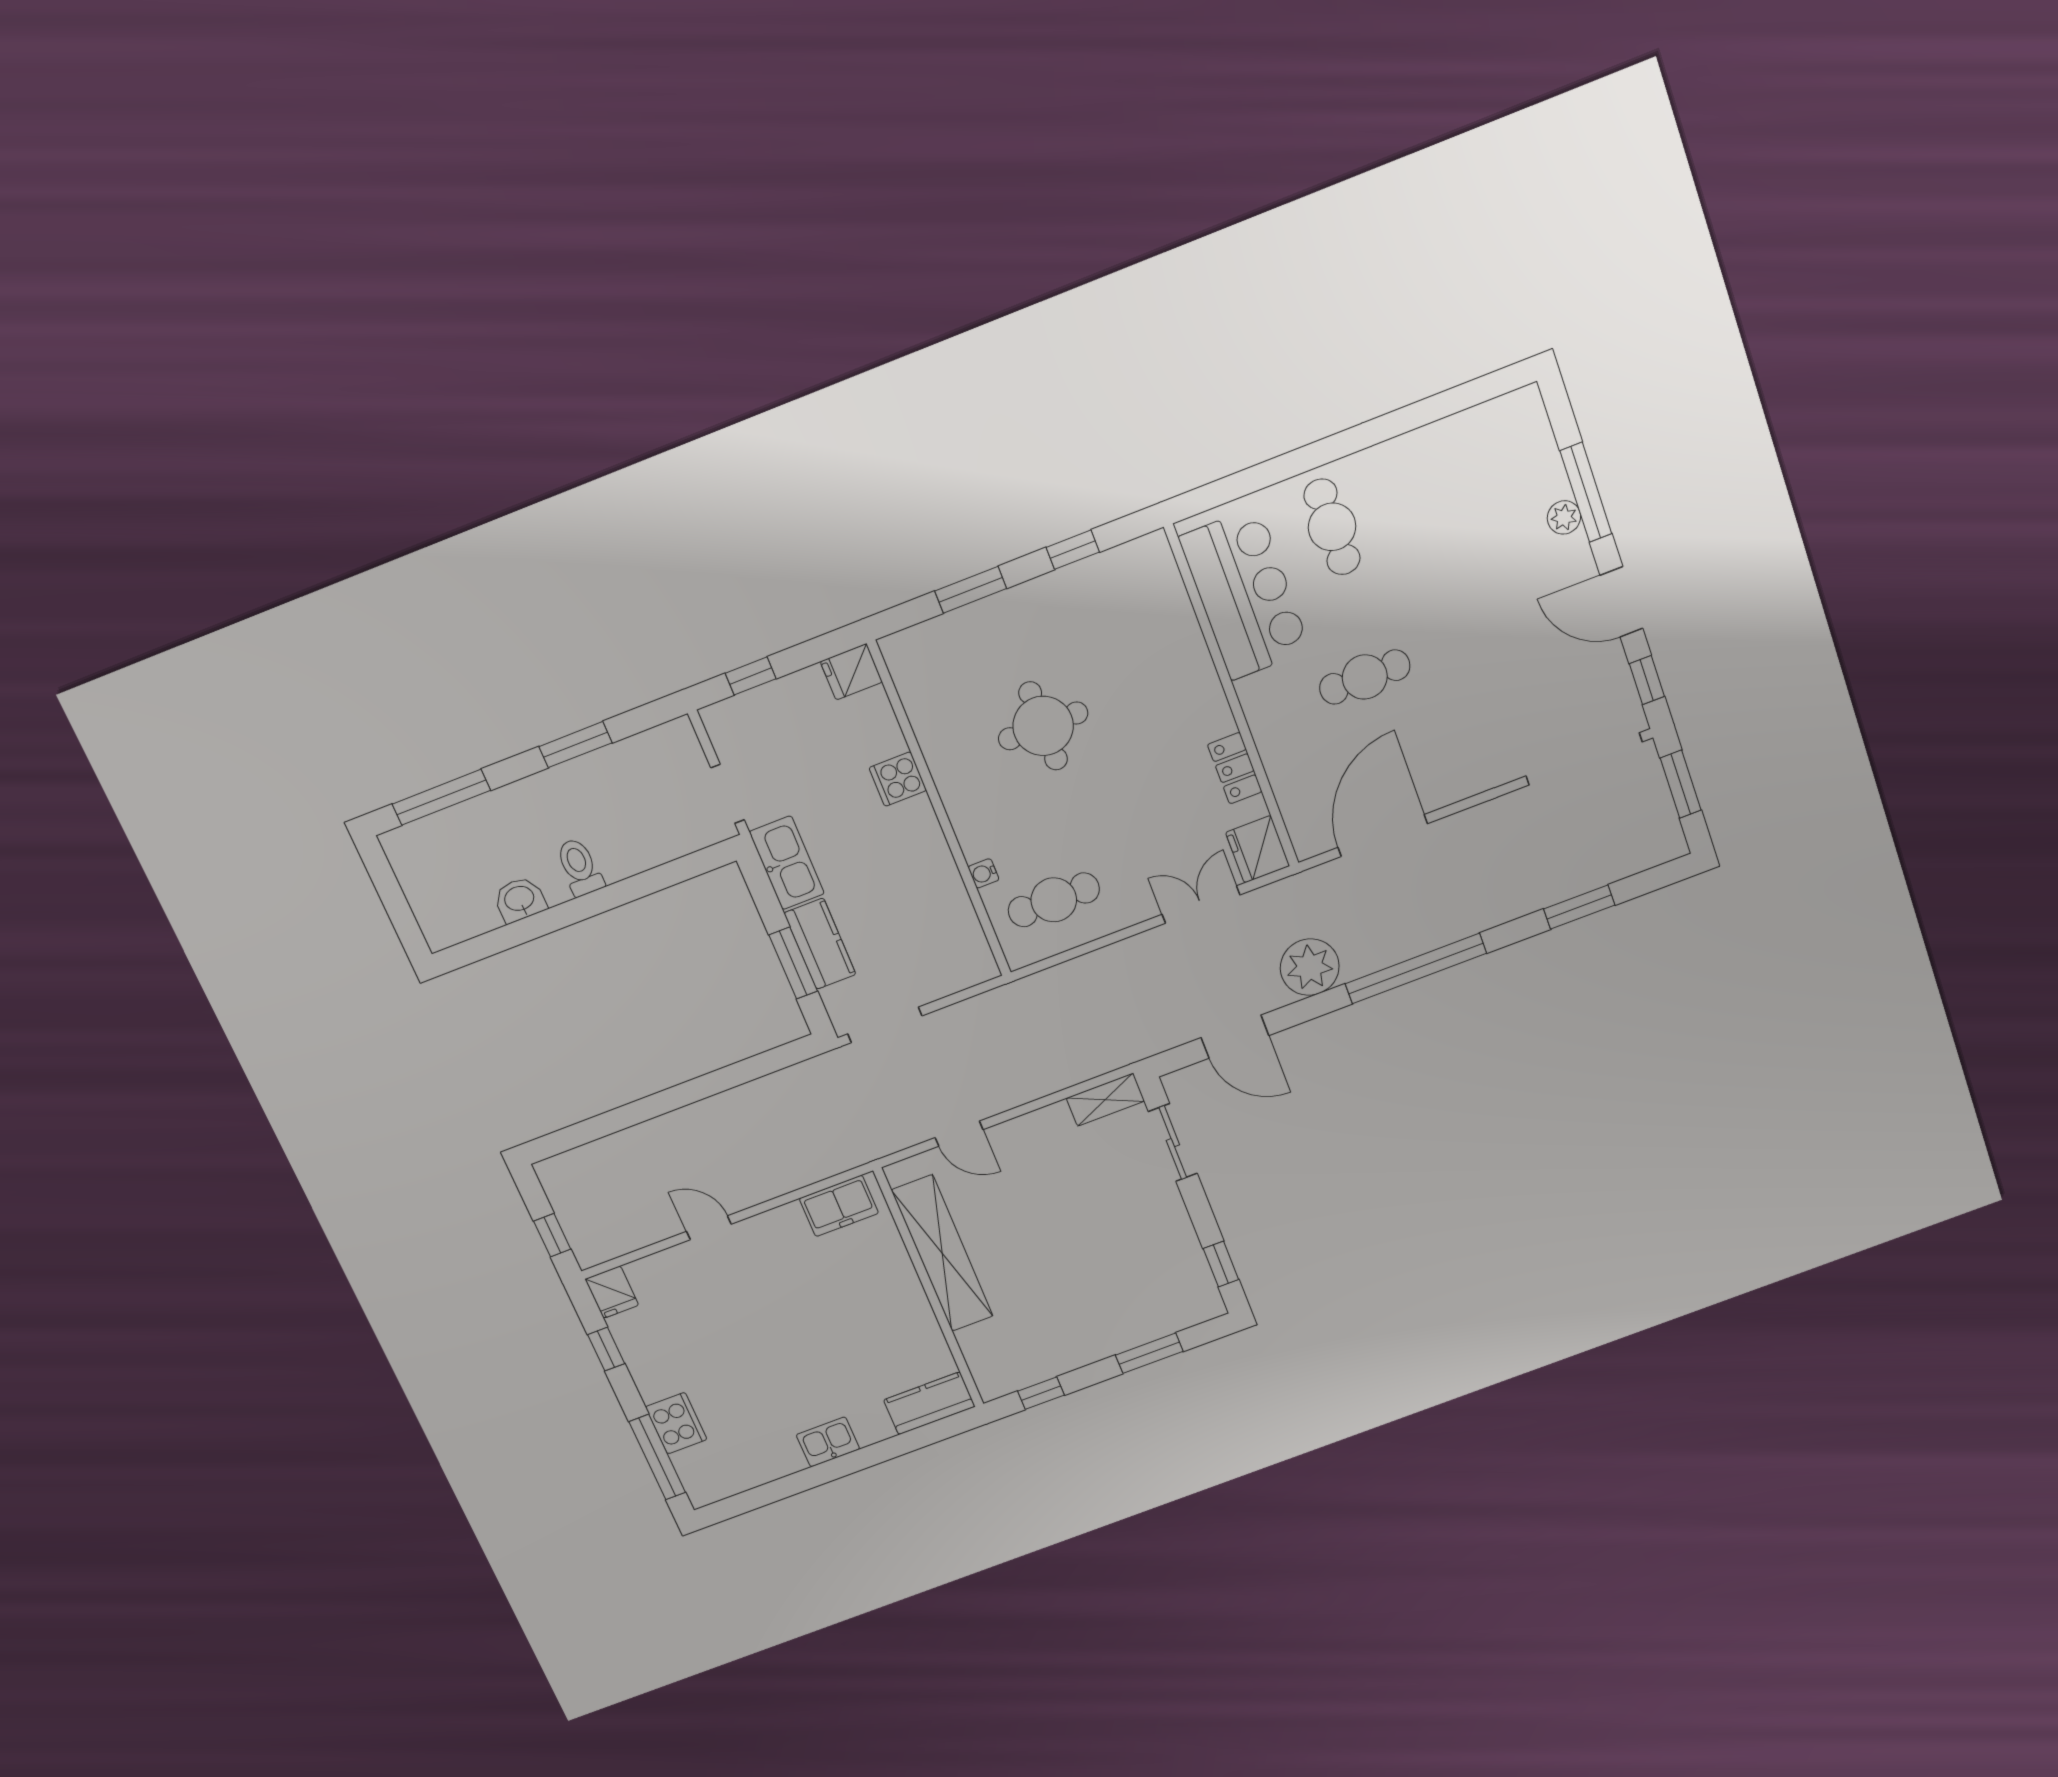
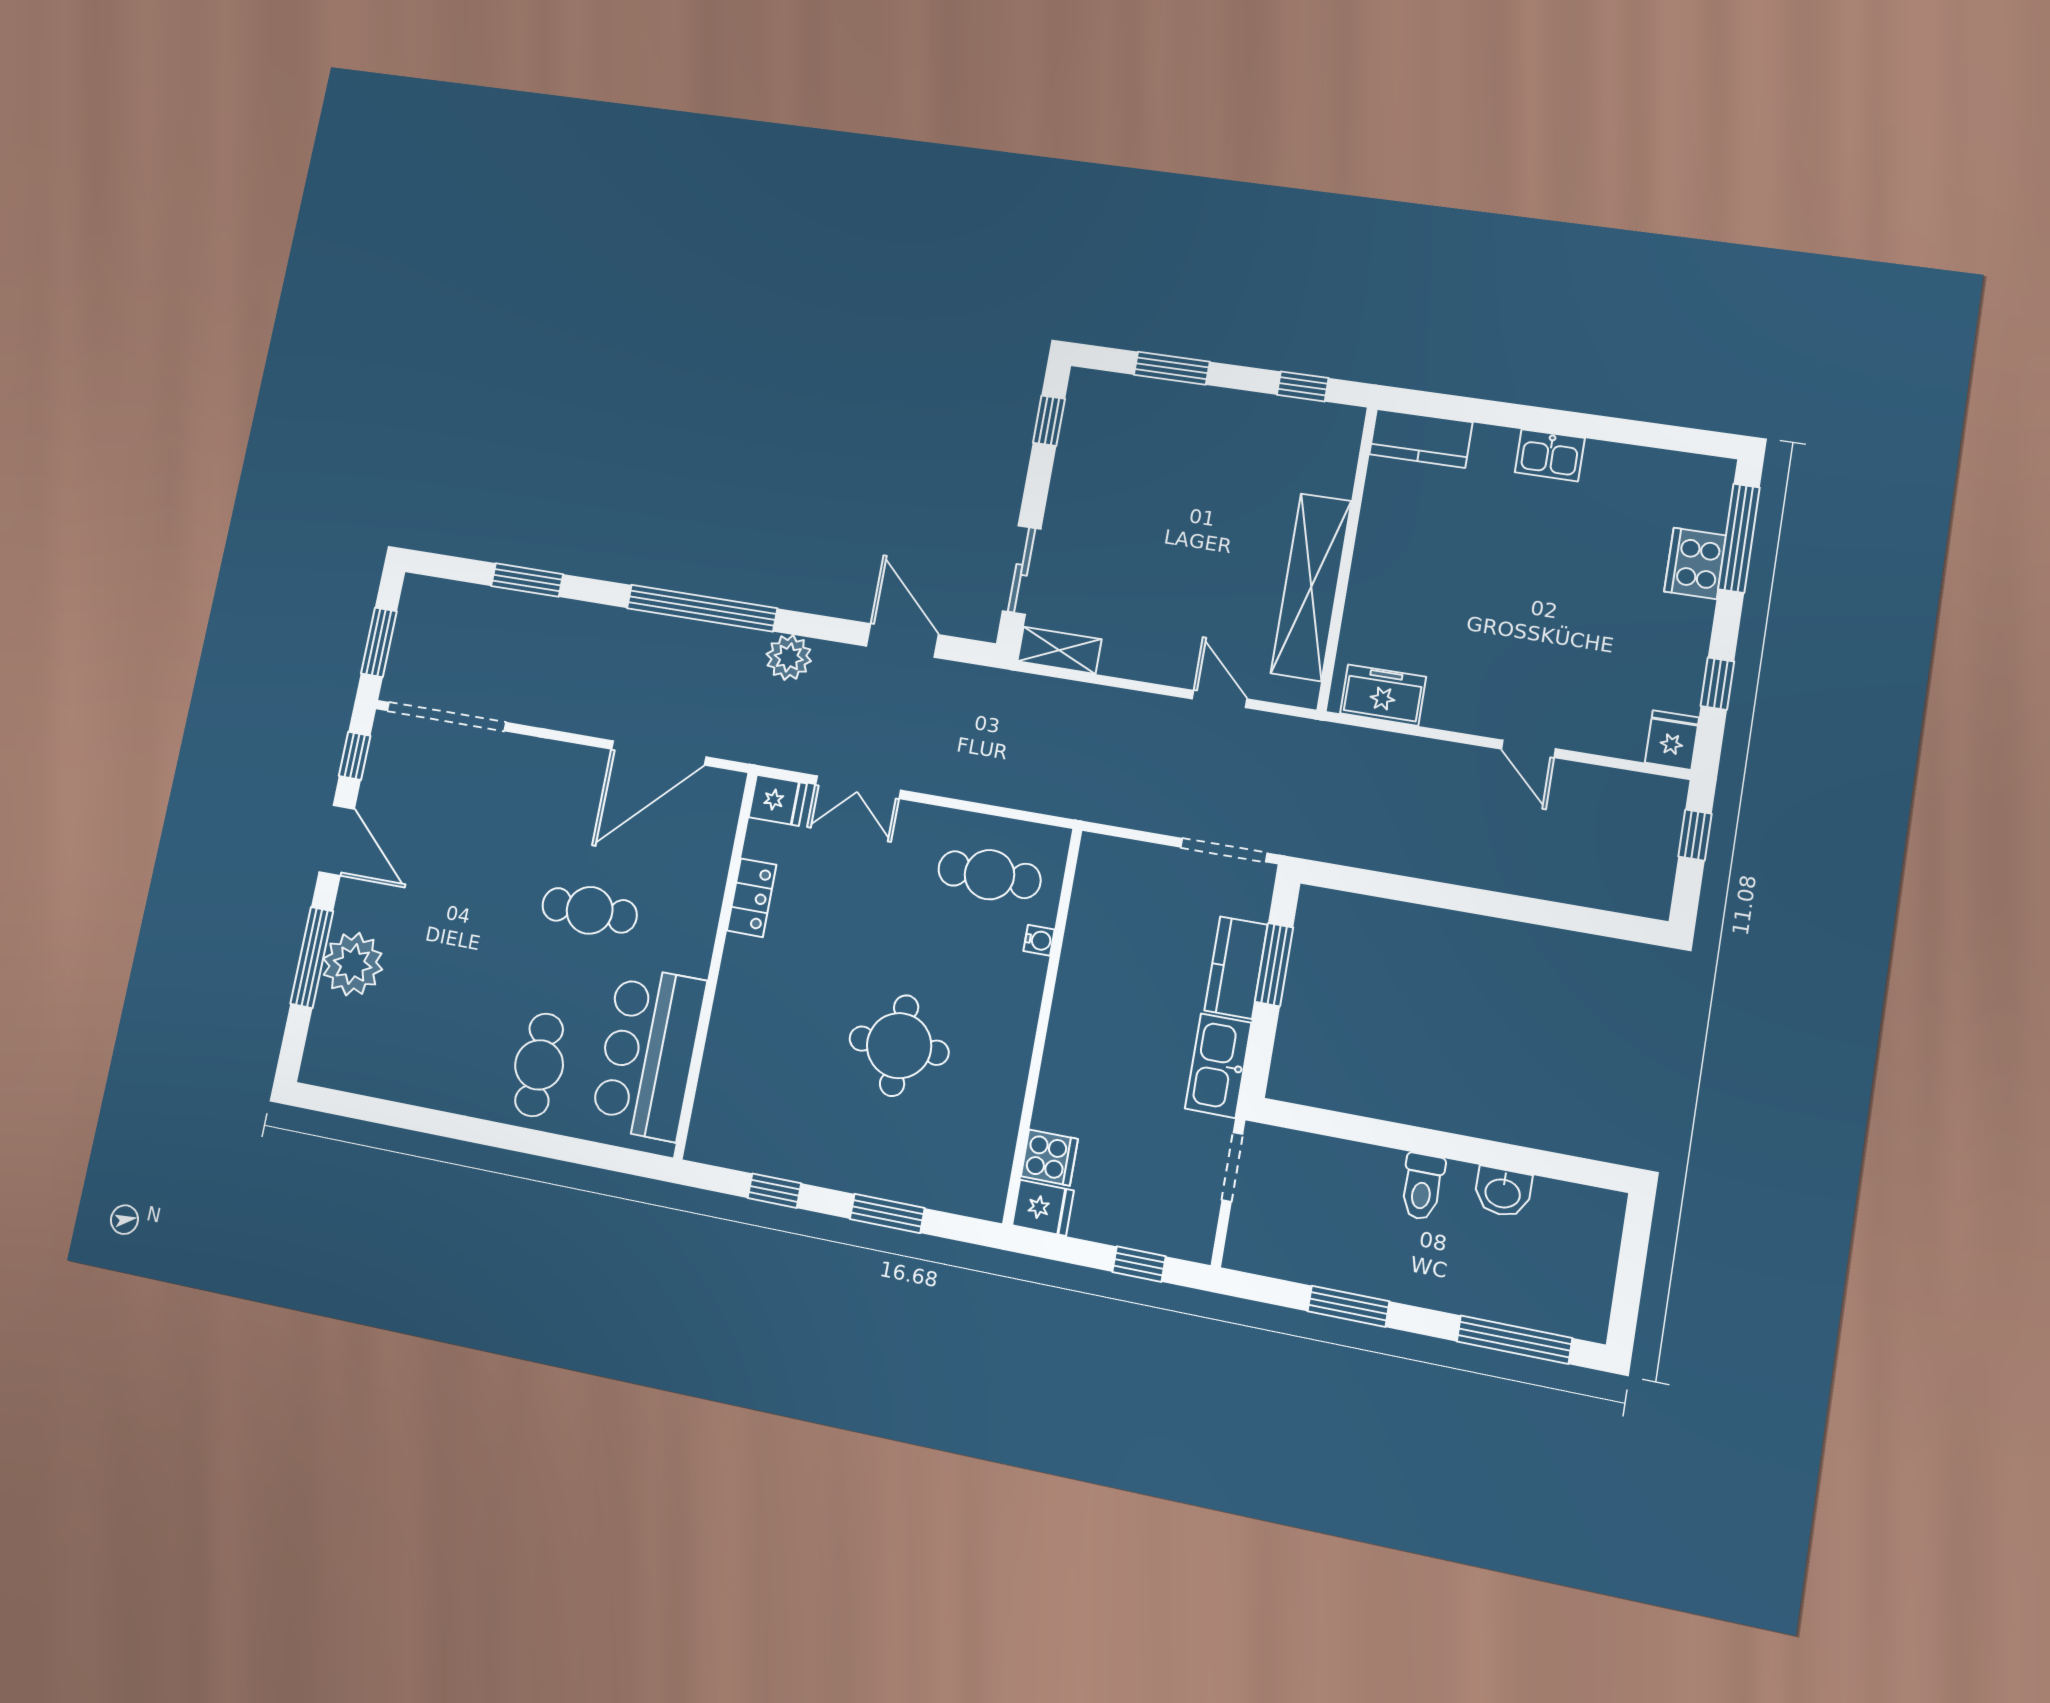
plant: (1564, 517) -> (353, 964), width x1.88, depth x1.88
cooker: (898, 779) -> (1049, 1158), moved
fridge: (1258, 849) -> (778, 800), width x0.72
plant: (1310, 967) -> (789, 657), width x0.73, depth x0.73

